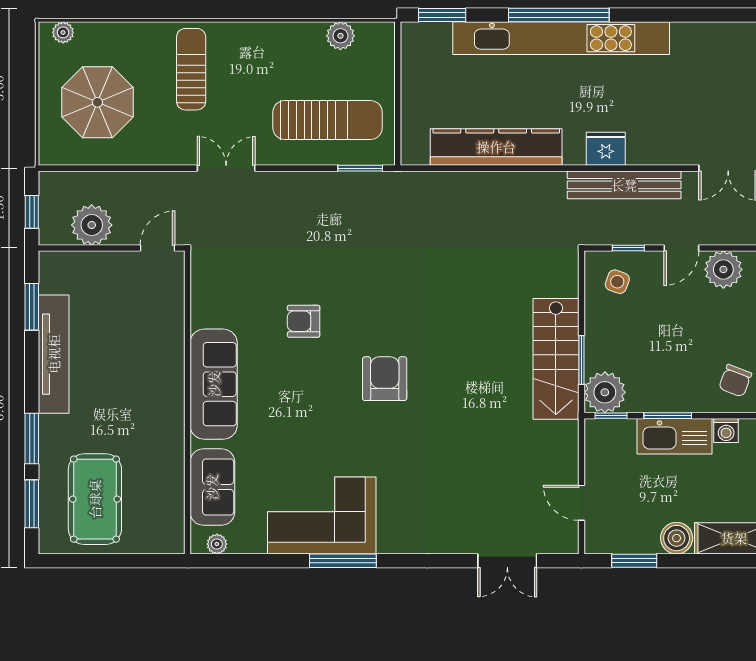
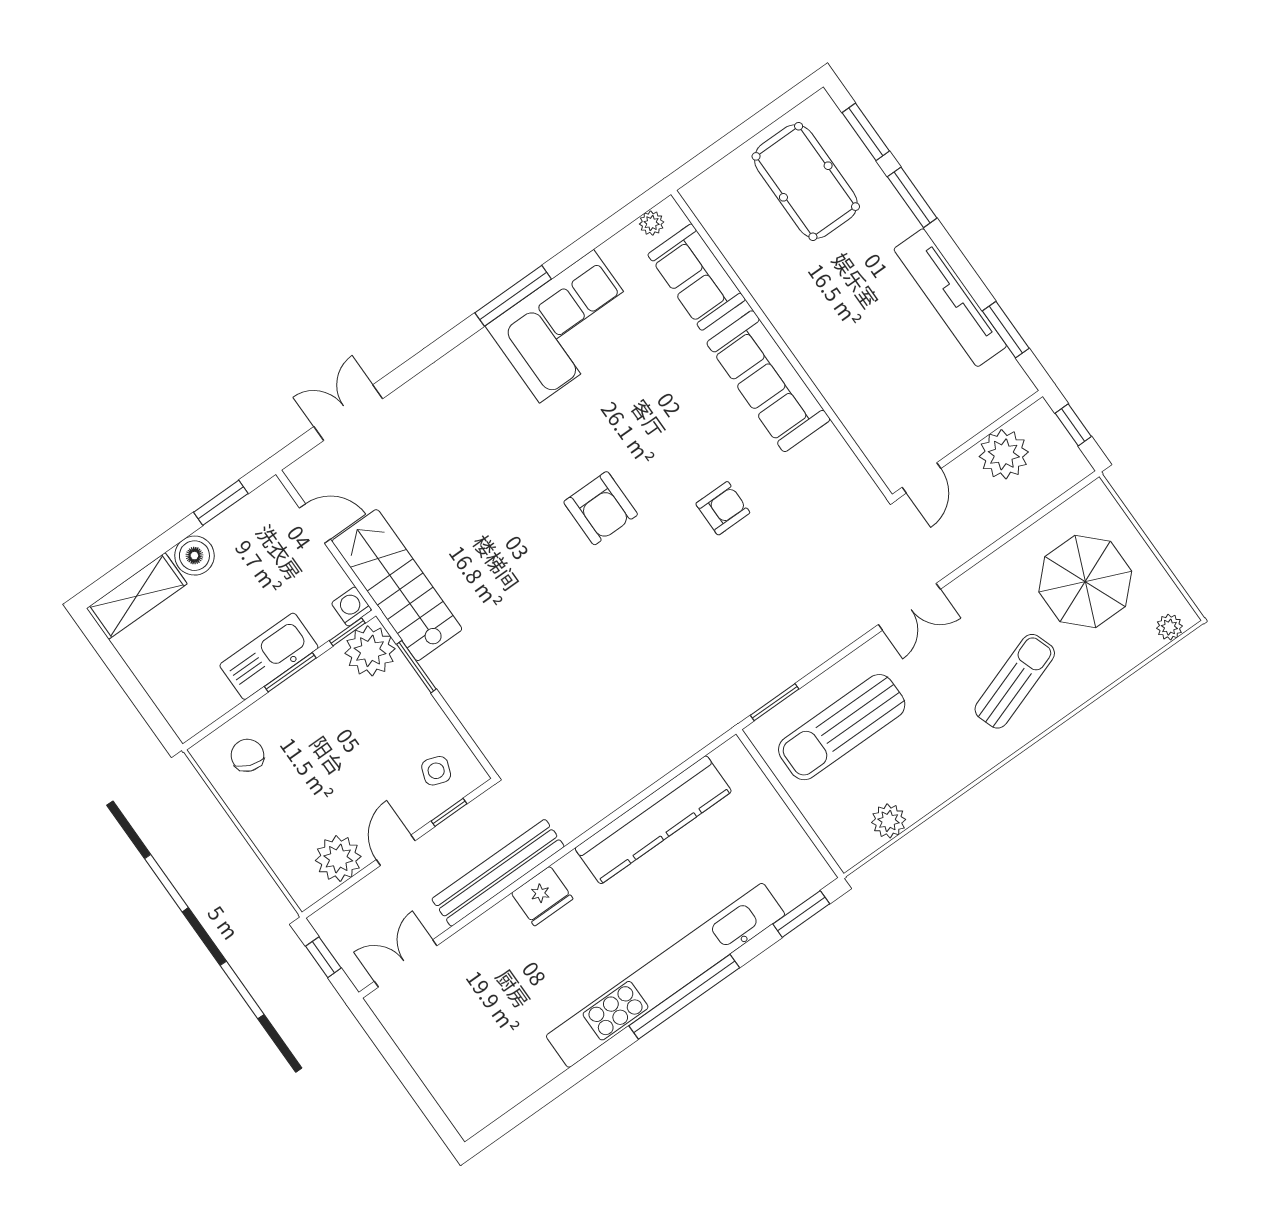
sun lounger: (191, 69) -> (1015, 681), turned -109
stairs: (556, 359) -> (397, 585), moved
washing machine: (726, 430) -> (351, 607), moved

